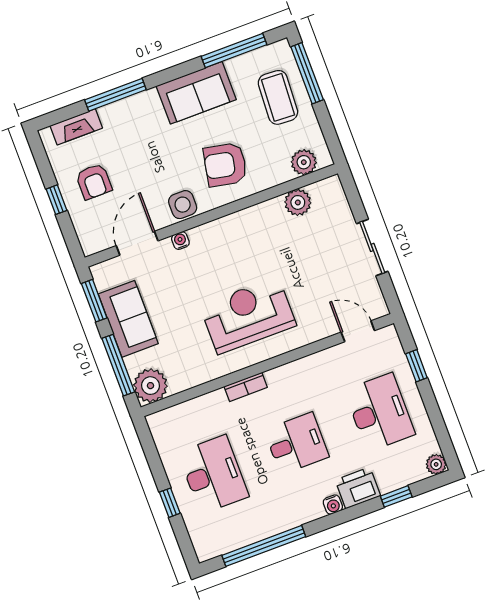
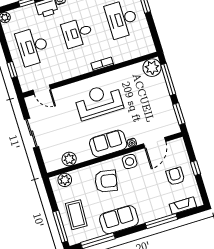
reception desk: (248, 315) -> (99, 101), turned 180
sofa: (128, 319) -> (108, 144), moved, turned 90

